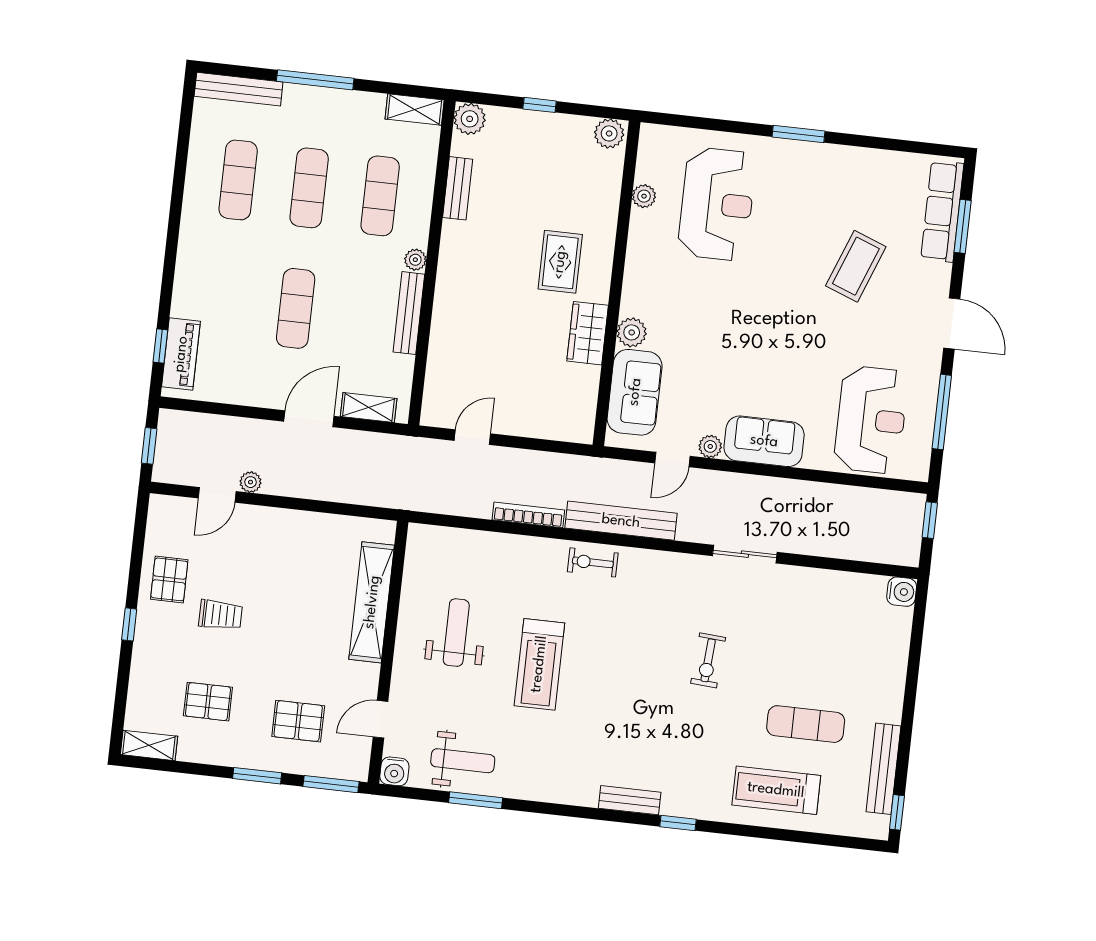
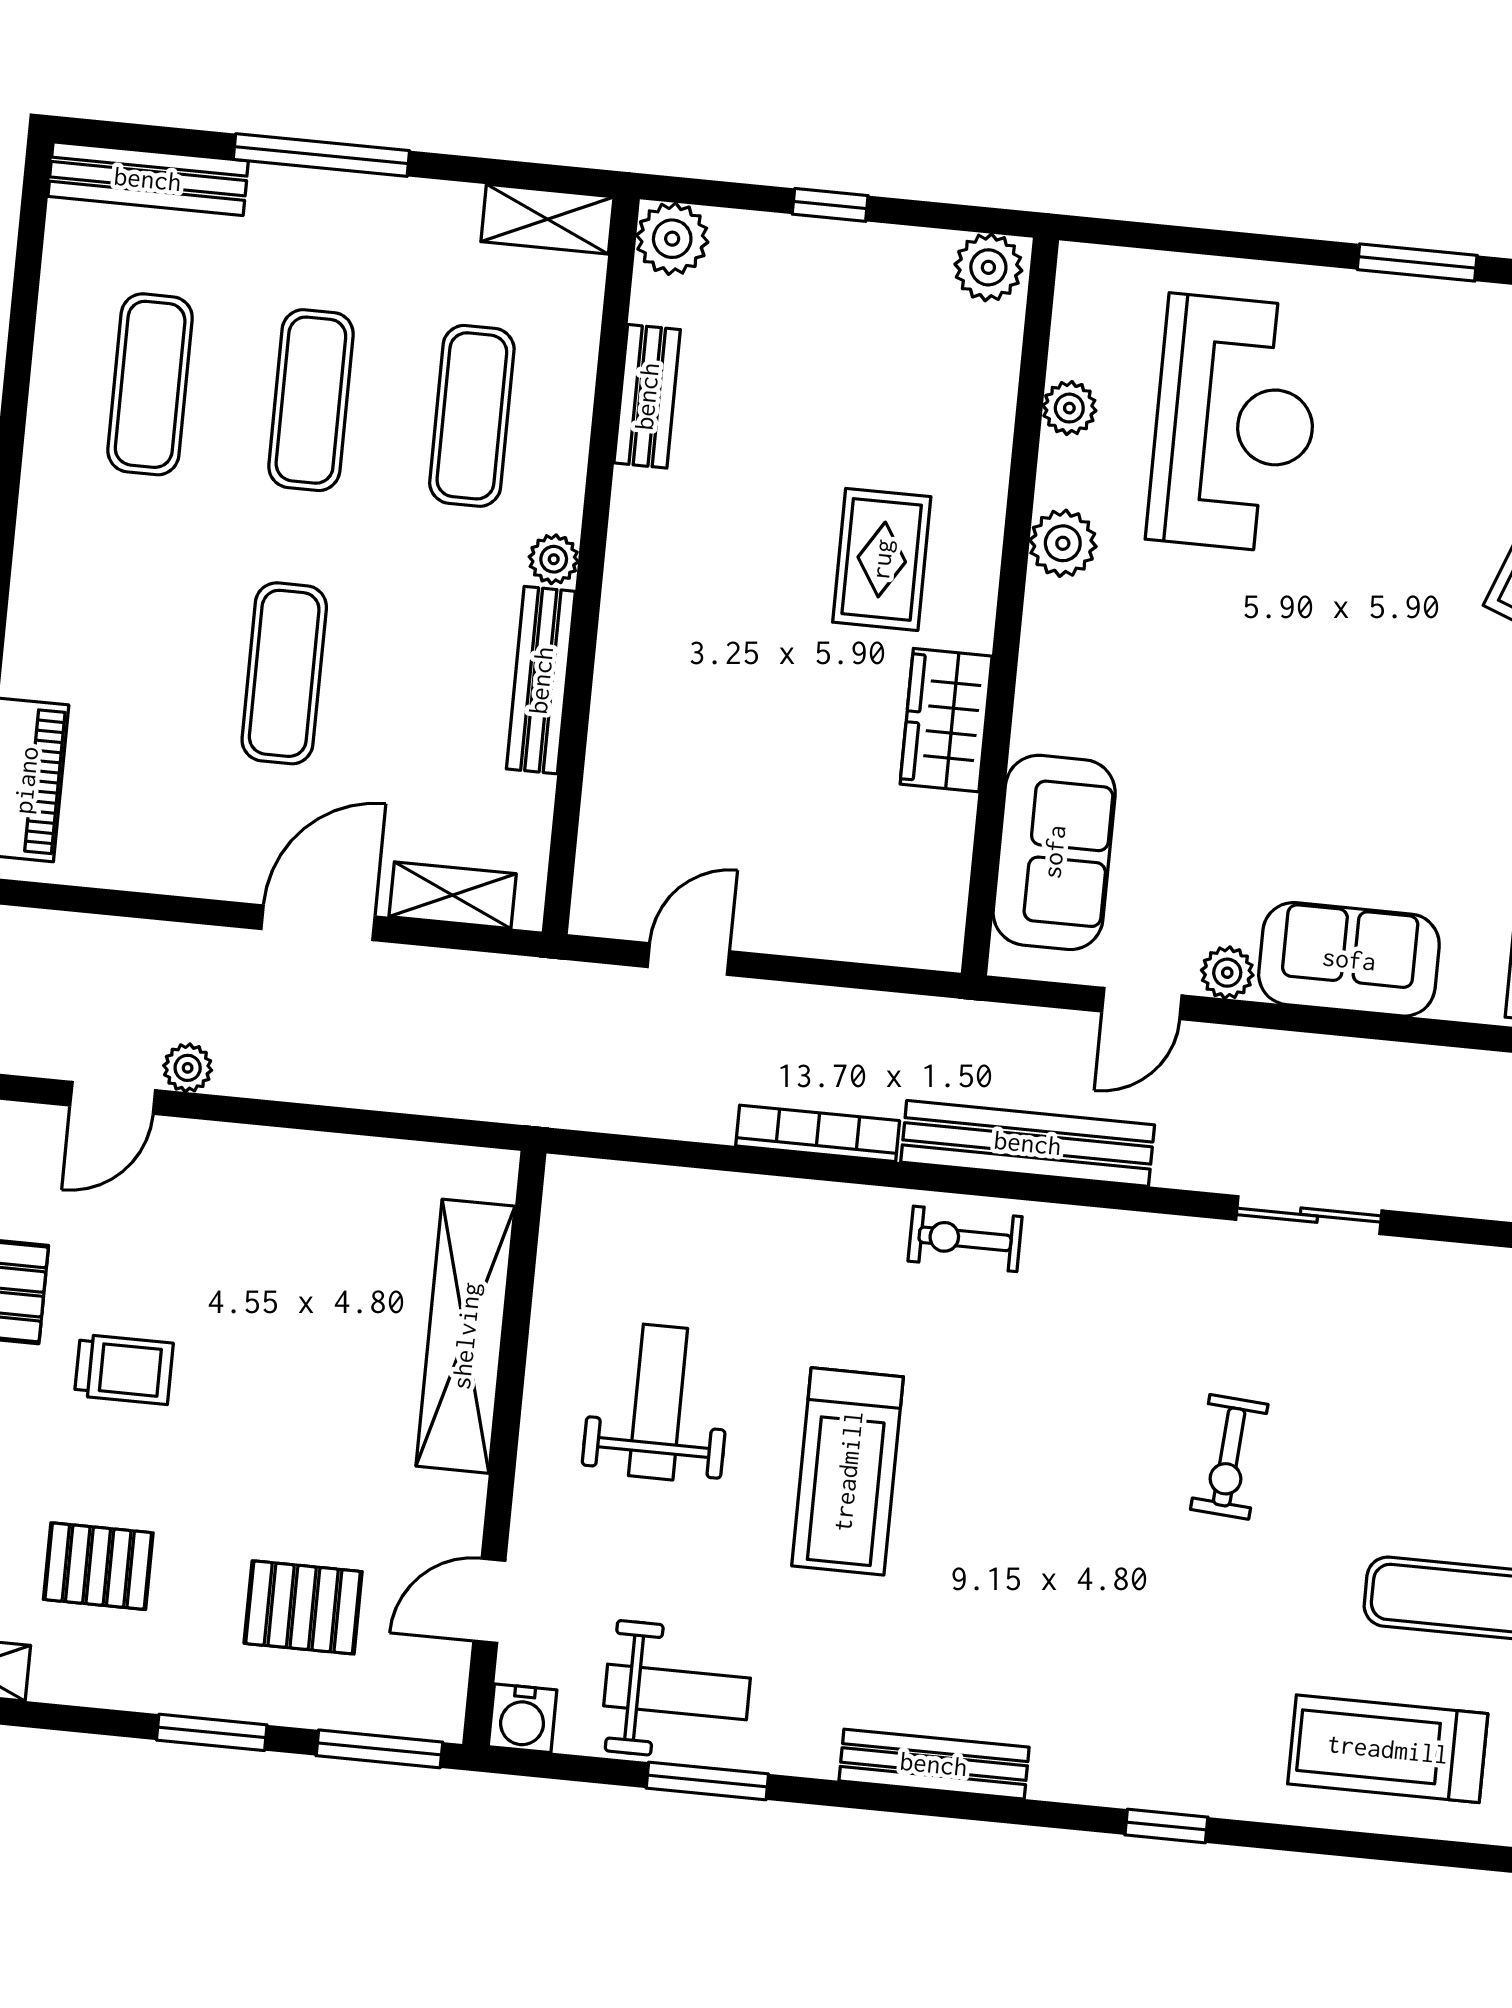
plant: (632, 332) -> (1063, 543), moved
bench: (630, 800) -> (934, 1764), moved, width x1.36

